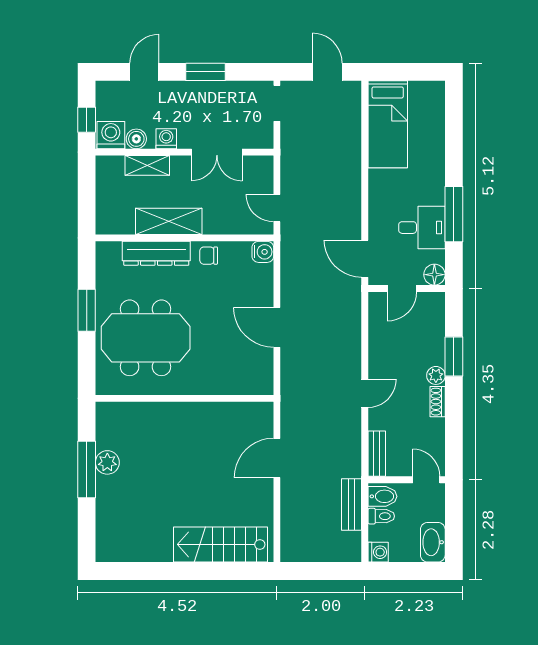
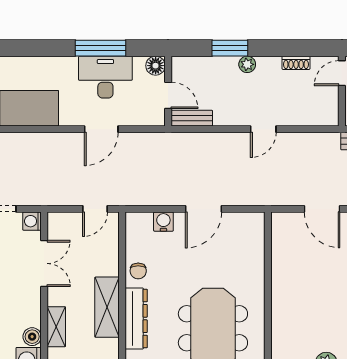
washing machine: (166, 139) -> (32, 221), moved
desk: (422, 228) -> (105, 77), width x1.37
water cooler: (263, 252) -> (163, 222), moved
door: (365, 259) -> (101, 129), moved
door: (365, 393) -> (263, 129), swing flipped
shoe rack: (438, 402) -> (296, 63), moved
bench: (377, 454) -> (192, 118), moved

